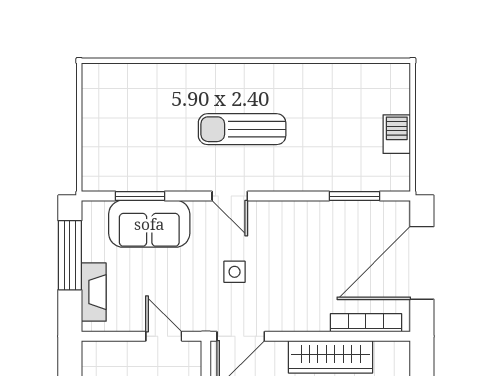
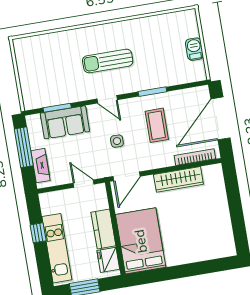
window: (355, 196) -> (152, 92), moved
coffee table: (309, 256) -> (157, 125), added

